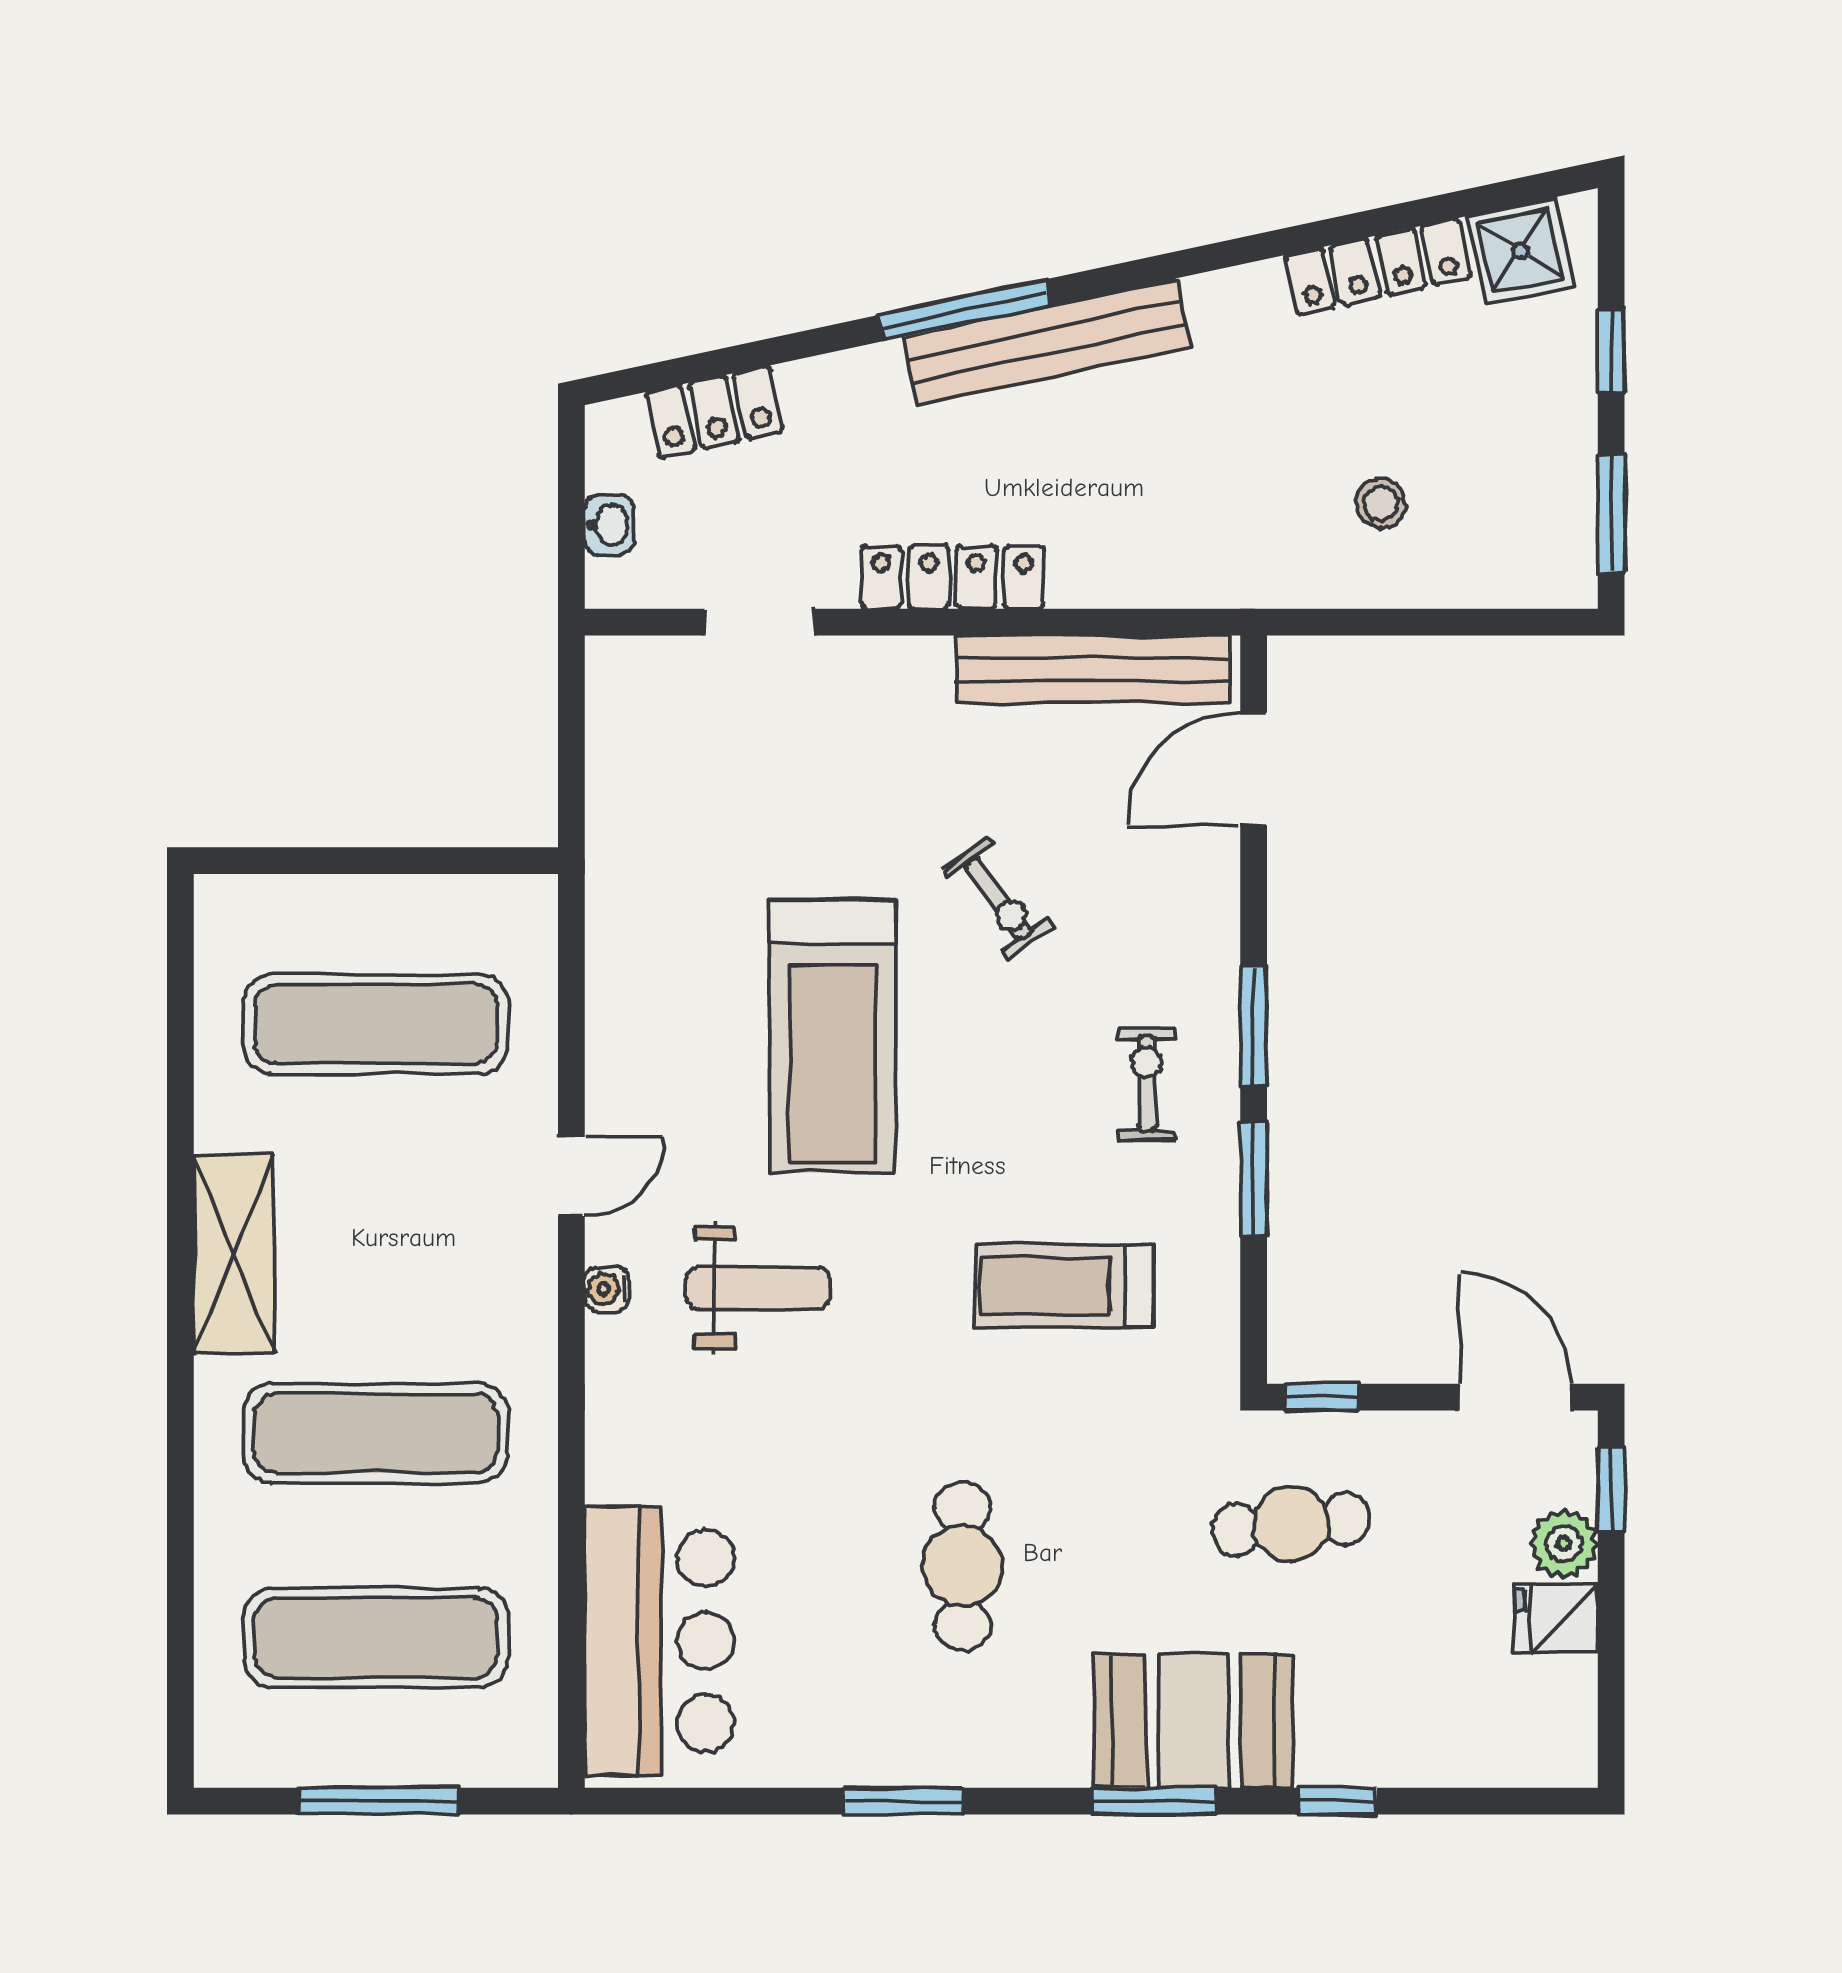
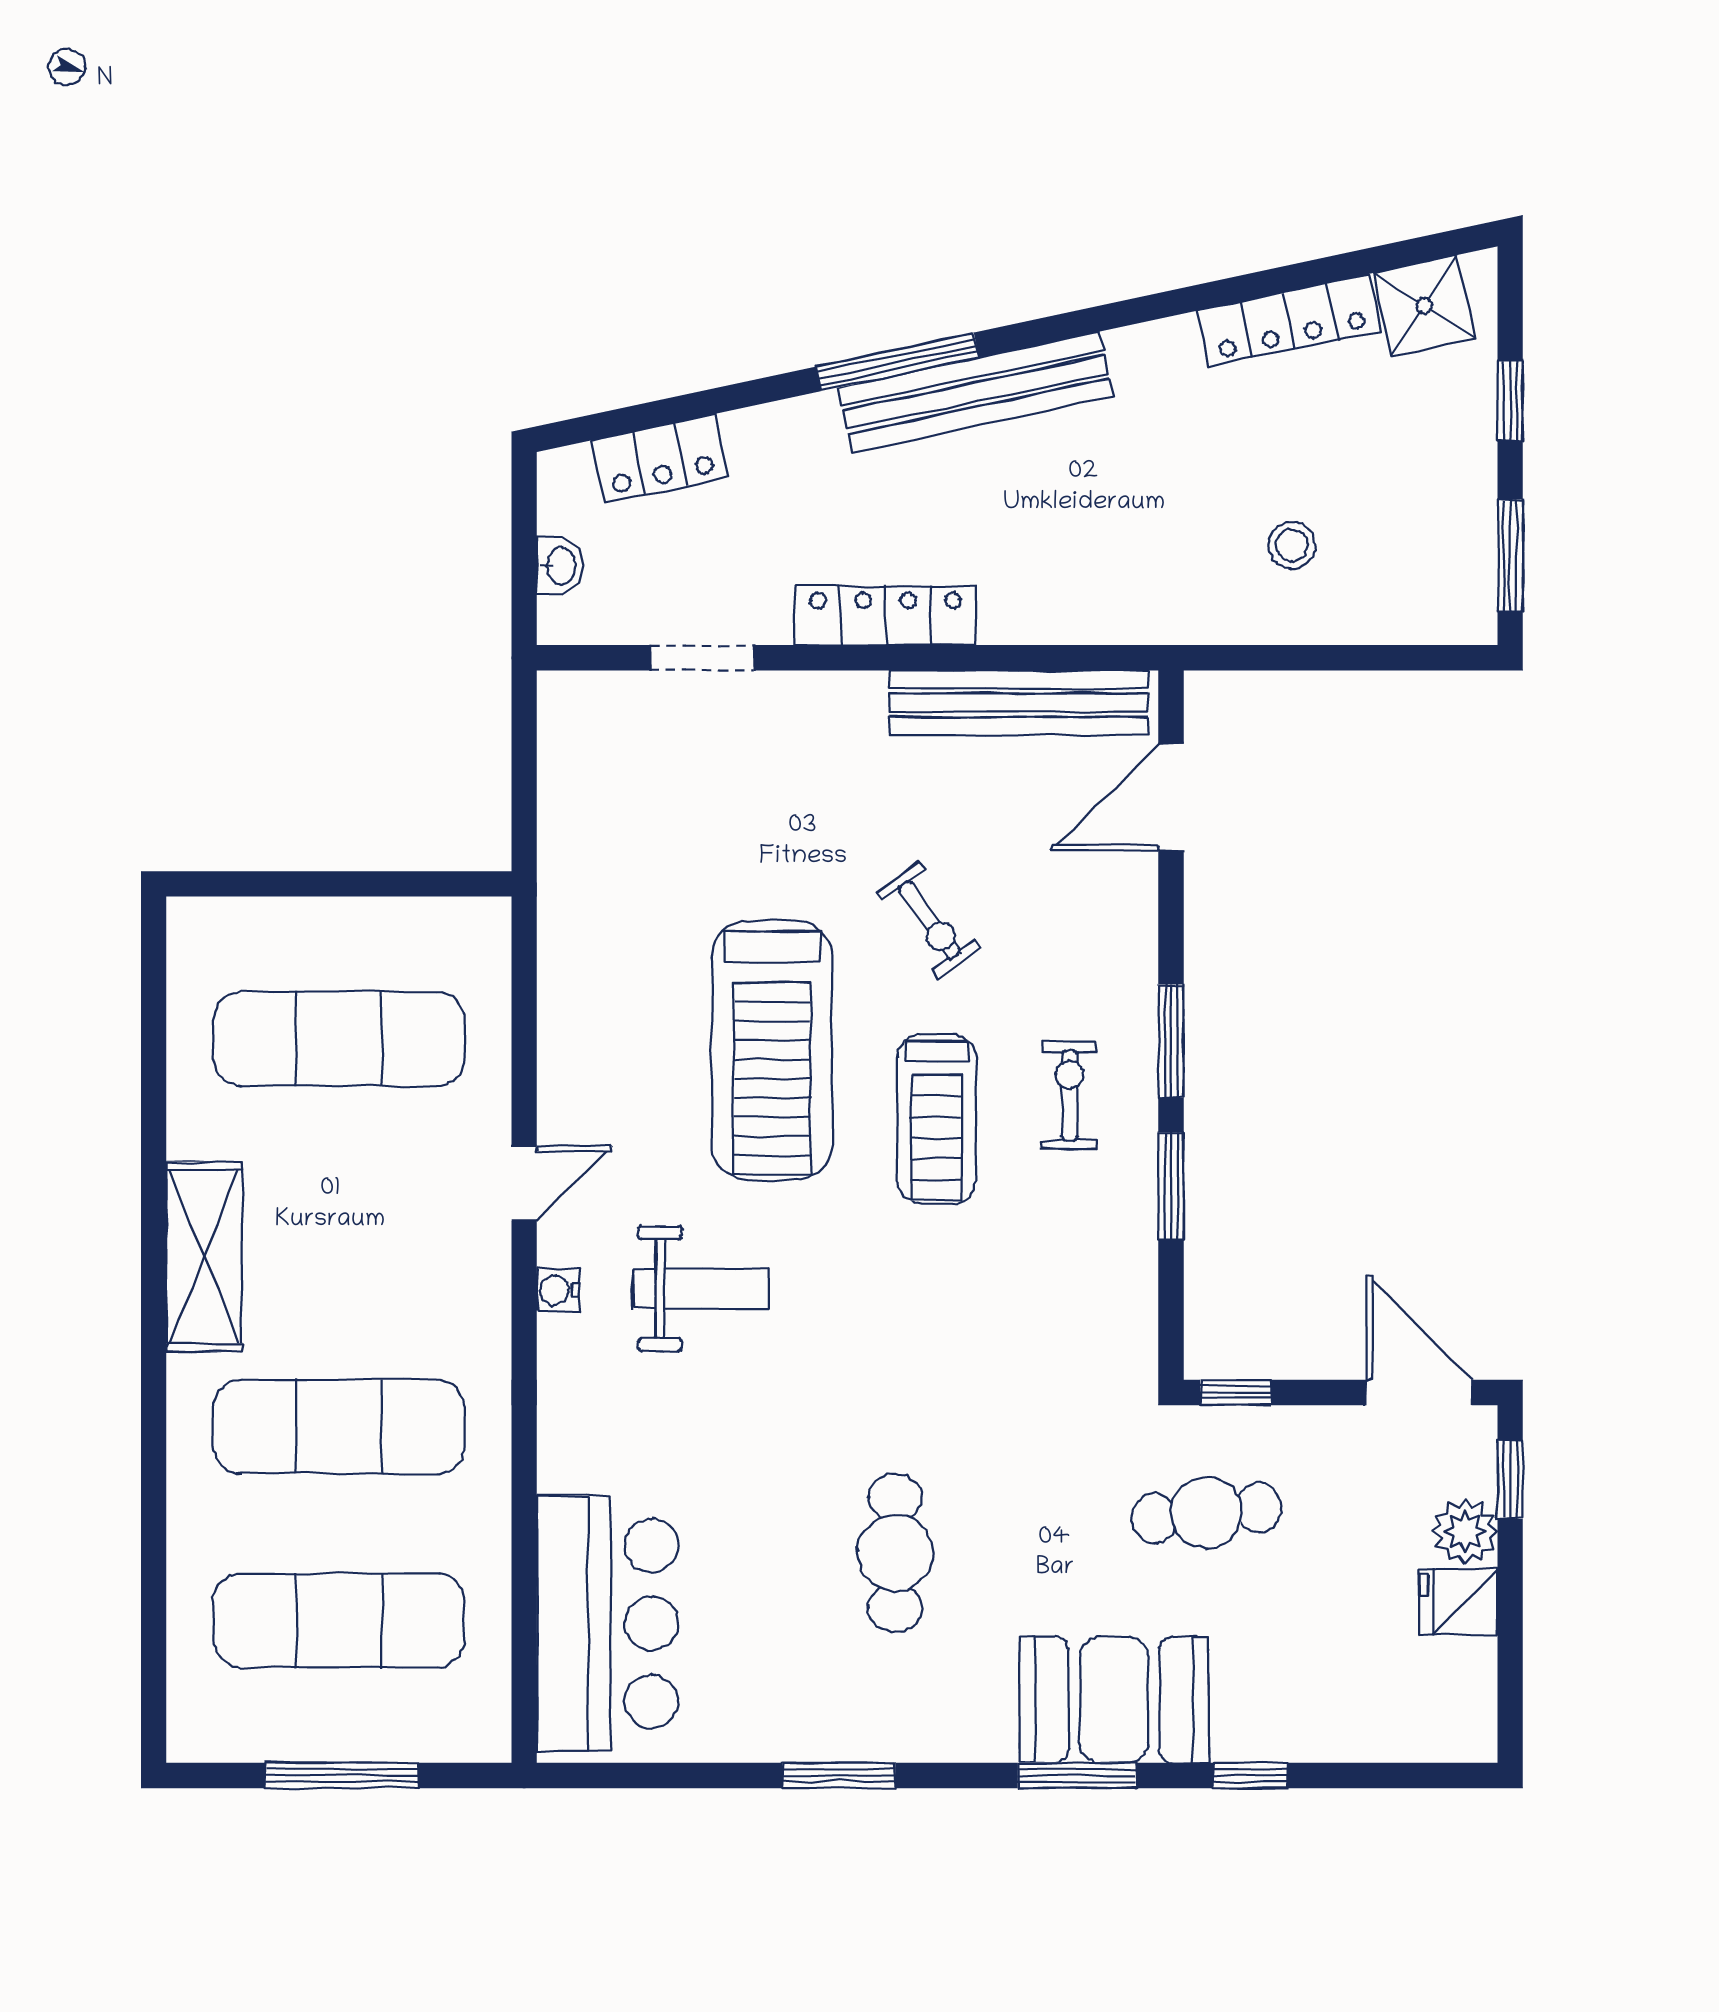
treadmill: (1064, 1285) -> (937, 1119), moved, turned -90

